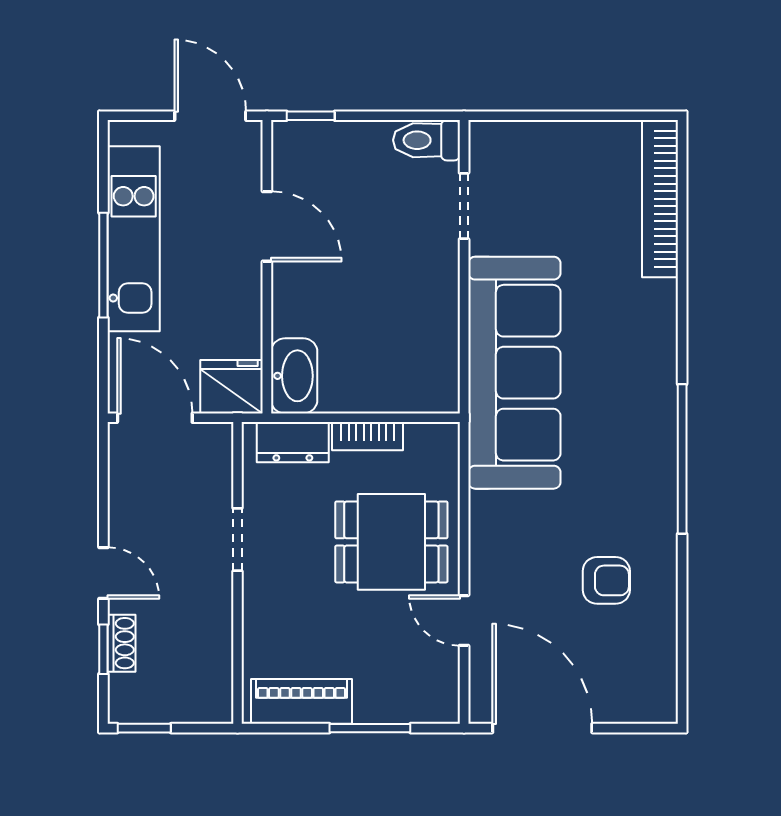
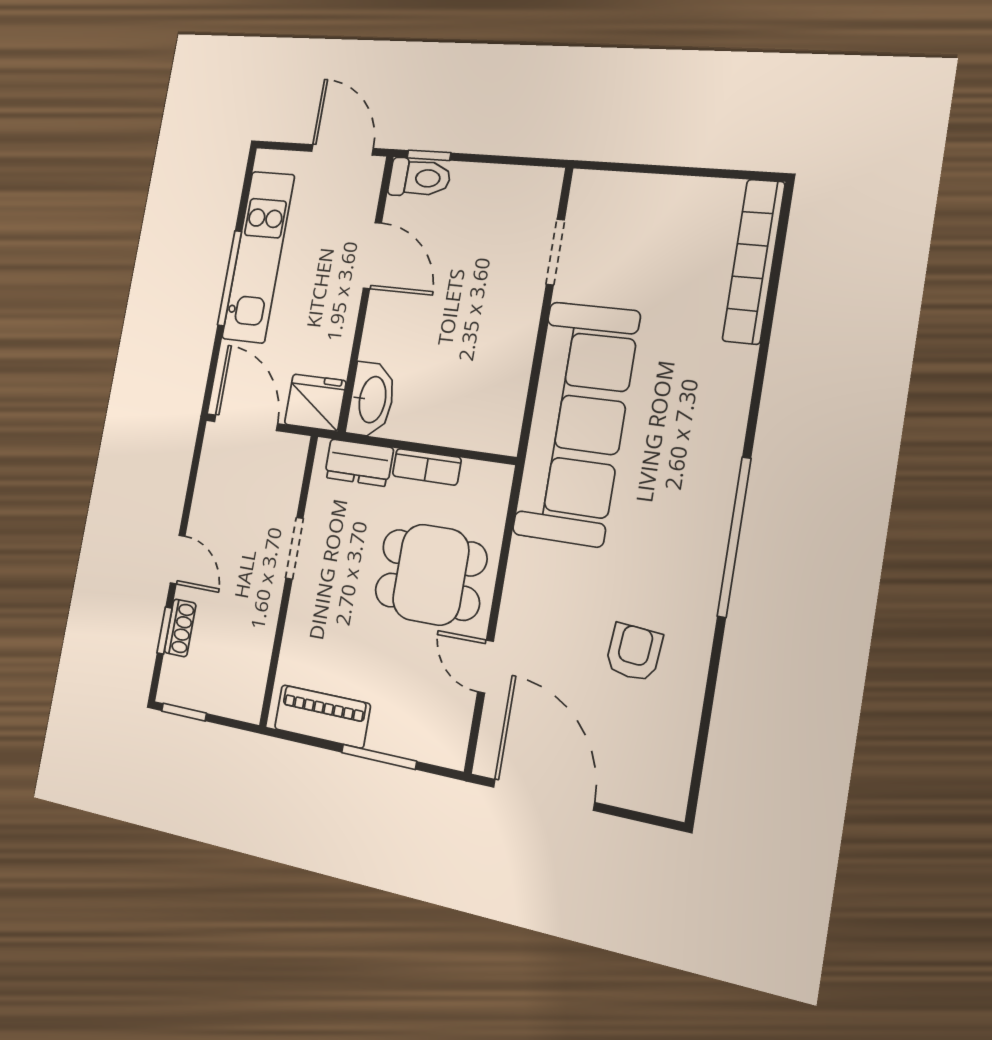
toilet: (426, 140) -> (420, 178), moved, turned 180
armchair: (606, 580) -> (634, 652), turned -85

